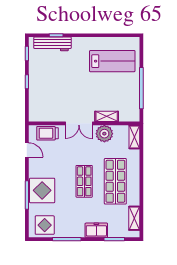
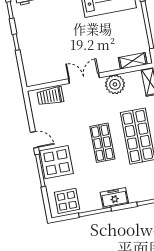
shelving: (107, 116) -> (133, 61), moved
double door: (79, 123) -> (84, 78), swing flipped
door: (27, 150) -> (34, 140), moved
freezer: (96, 230) -> (114, 198), moved

